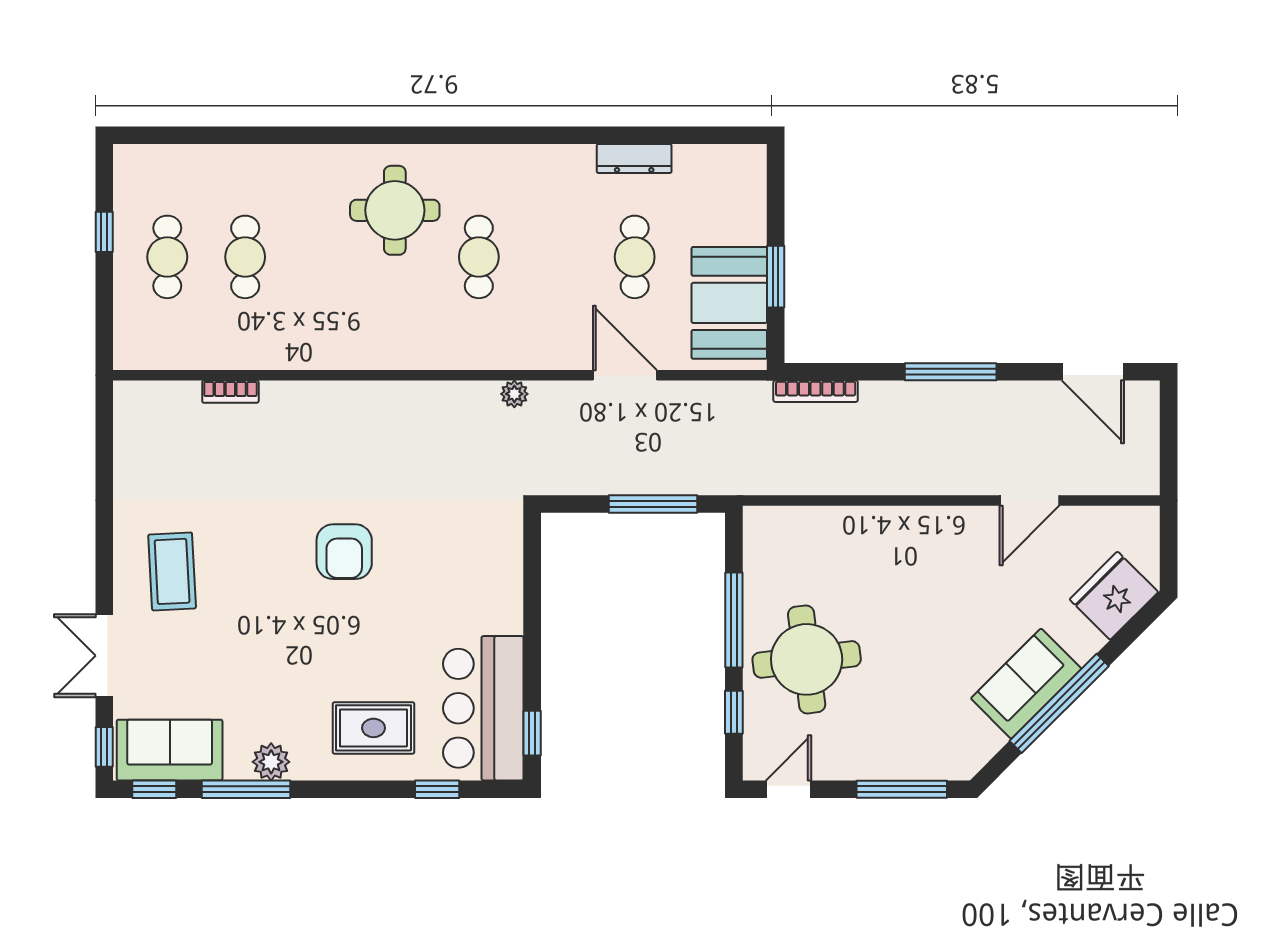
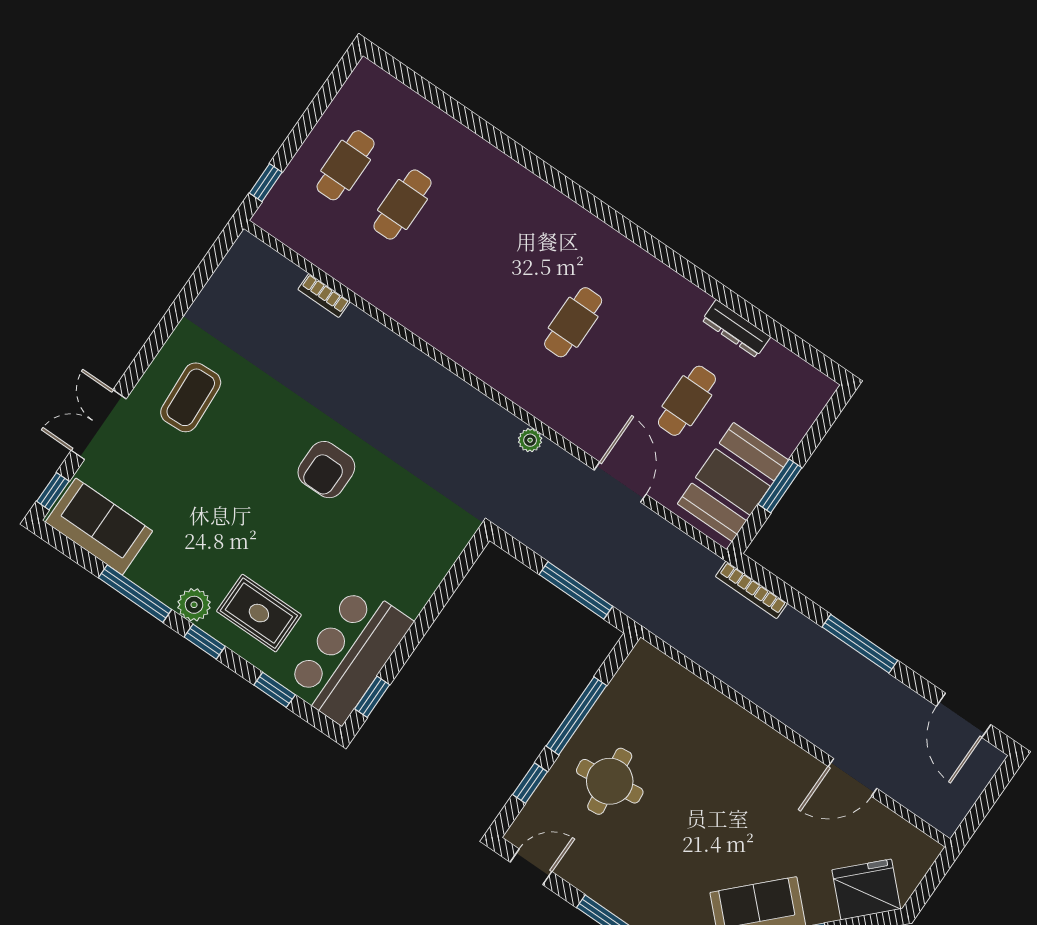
round table: (395, 210) -> (535, 246), removed
window: (104, 232) -> (266, 183), moved
round table: (807, 659) -> (610, 781), width x0.73, depth x0.73
plant: (271, 762) -> (194, 605), moved
window: (154, 789) -> (205, 642), moved

